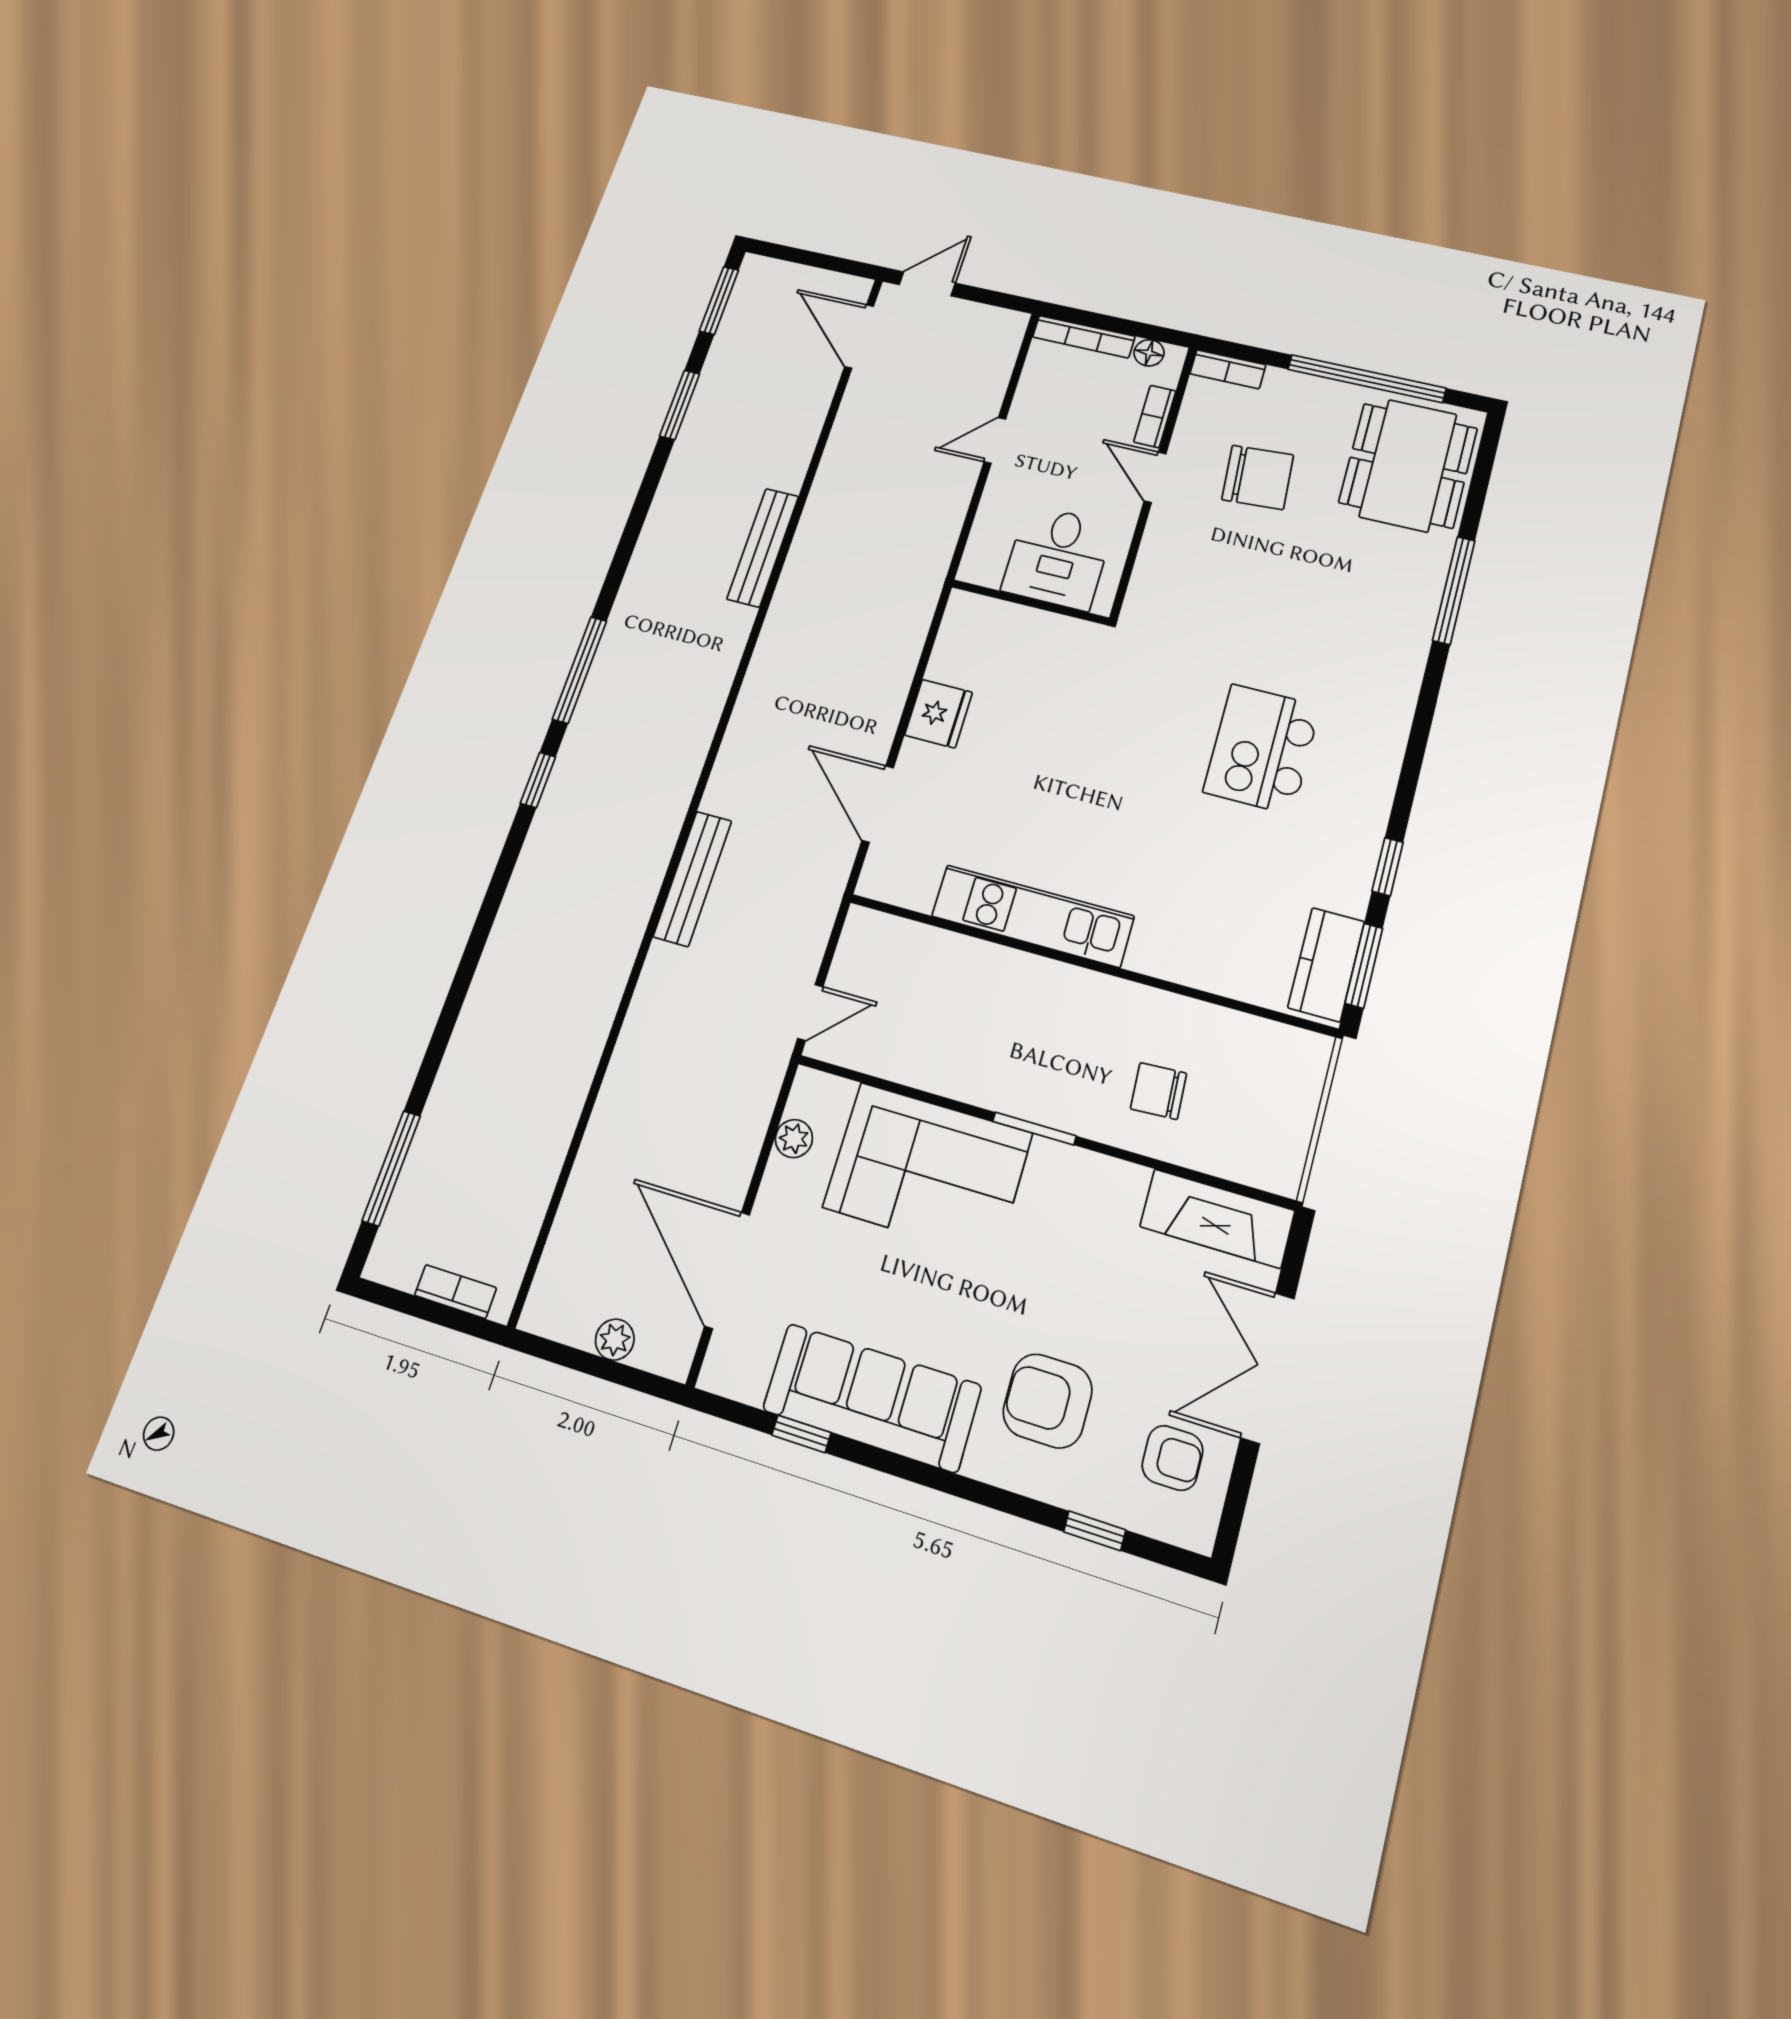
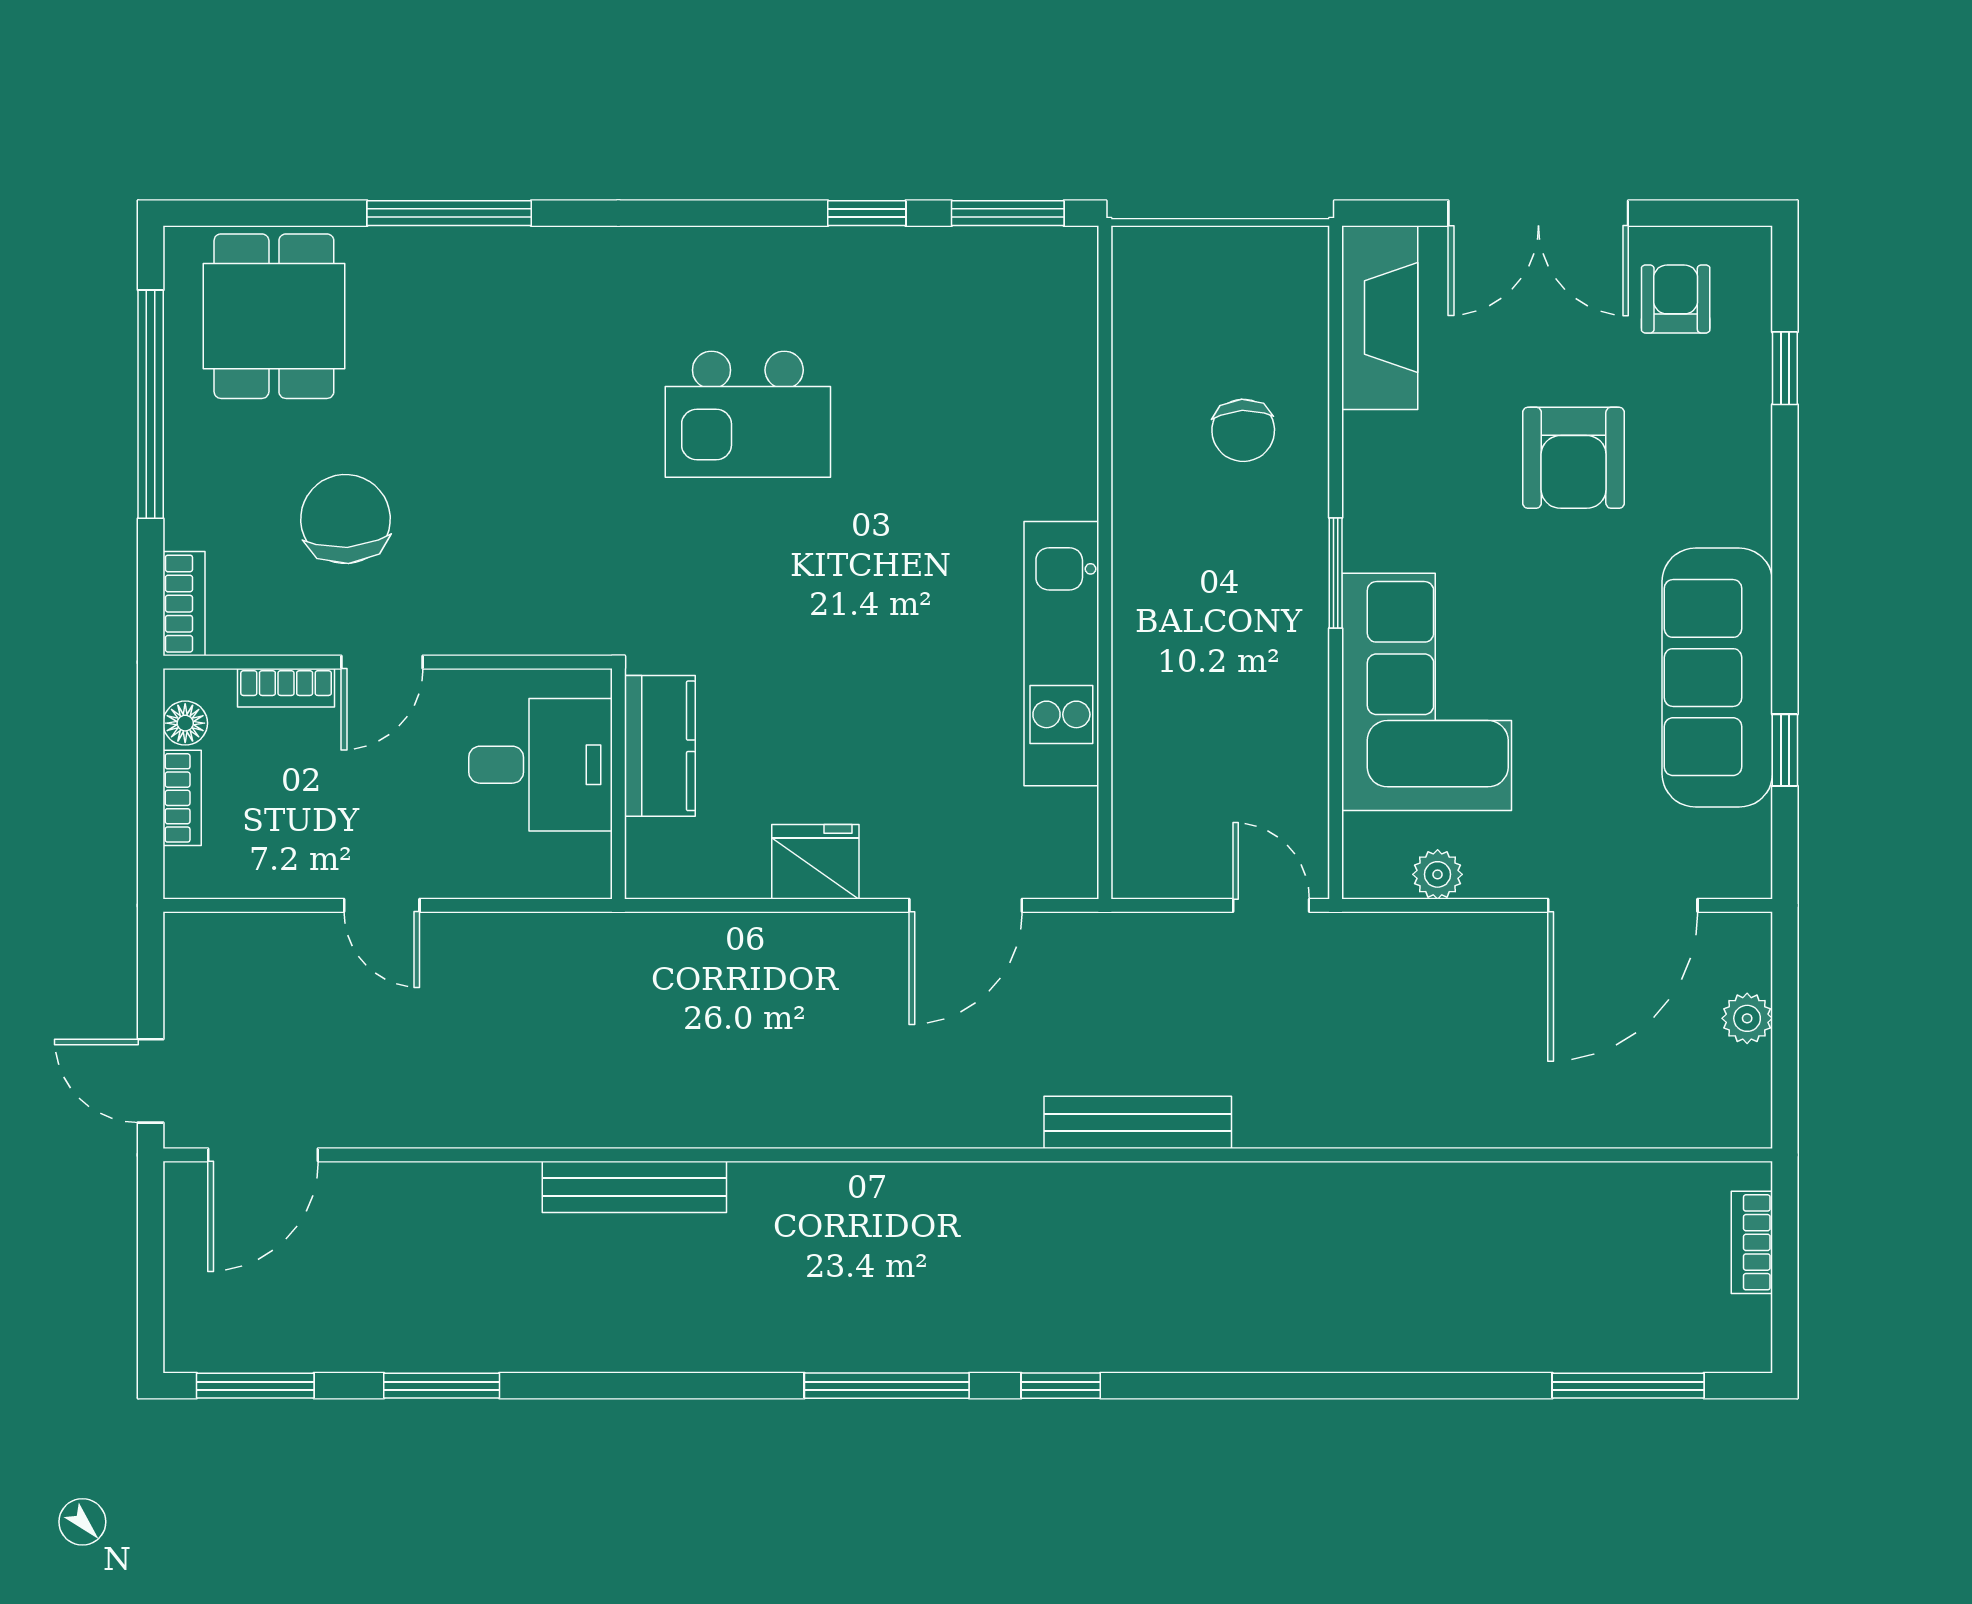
bookcase: (1084, 337) -> (182, 798), width x0.64
dining table: (1408, 465) -> (274, 316), width x0.73
kitchen counter: (1326, 964) -> (660, 746), moved, turned -90
armchair: (1048, 1401) -> (1574, 458), moved

